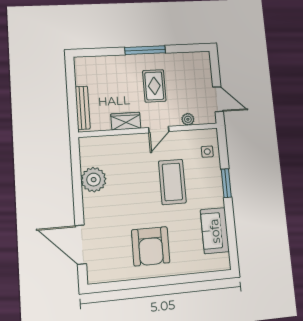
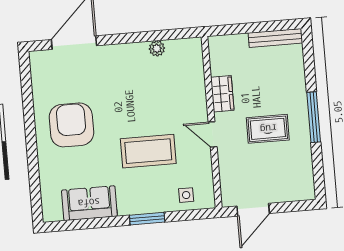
bench: (83, 108) -> (275, 38), moved
plant: (188, 119) -> (226, 171), removed
plant: (94, 180) -> (157, 48), width x0.53, depth x0.53
armchair: (151, 246) -> (71, 125), turned 90

